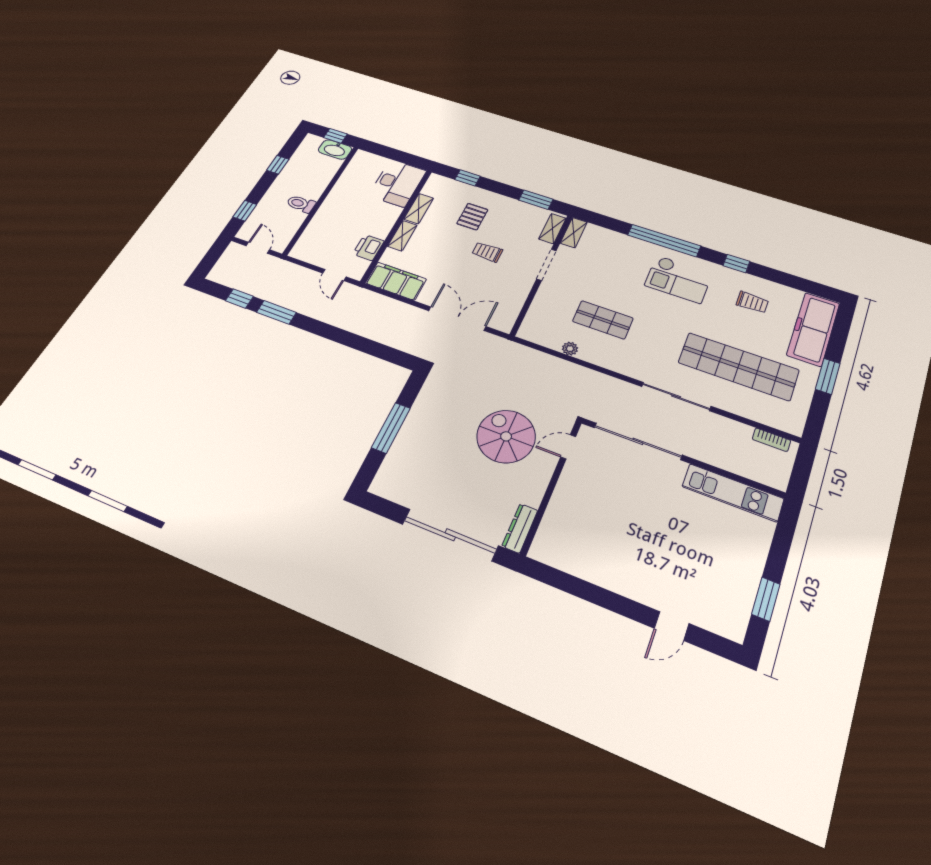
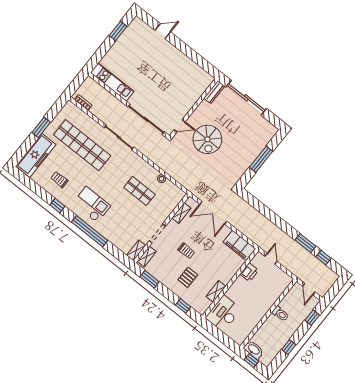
shelving: (402, 236) -> (181, 213), moved

